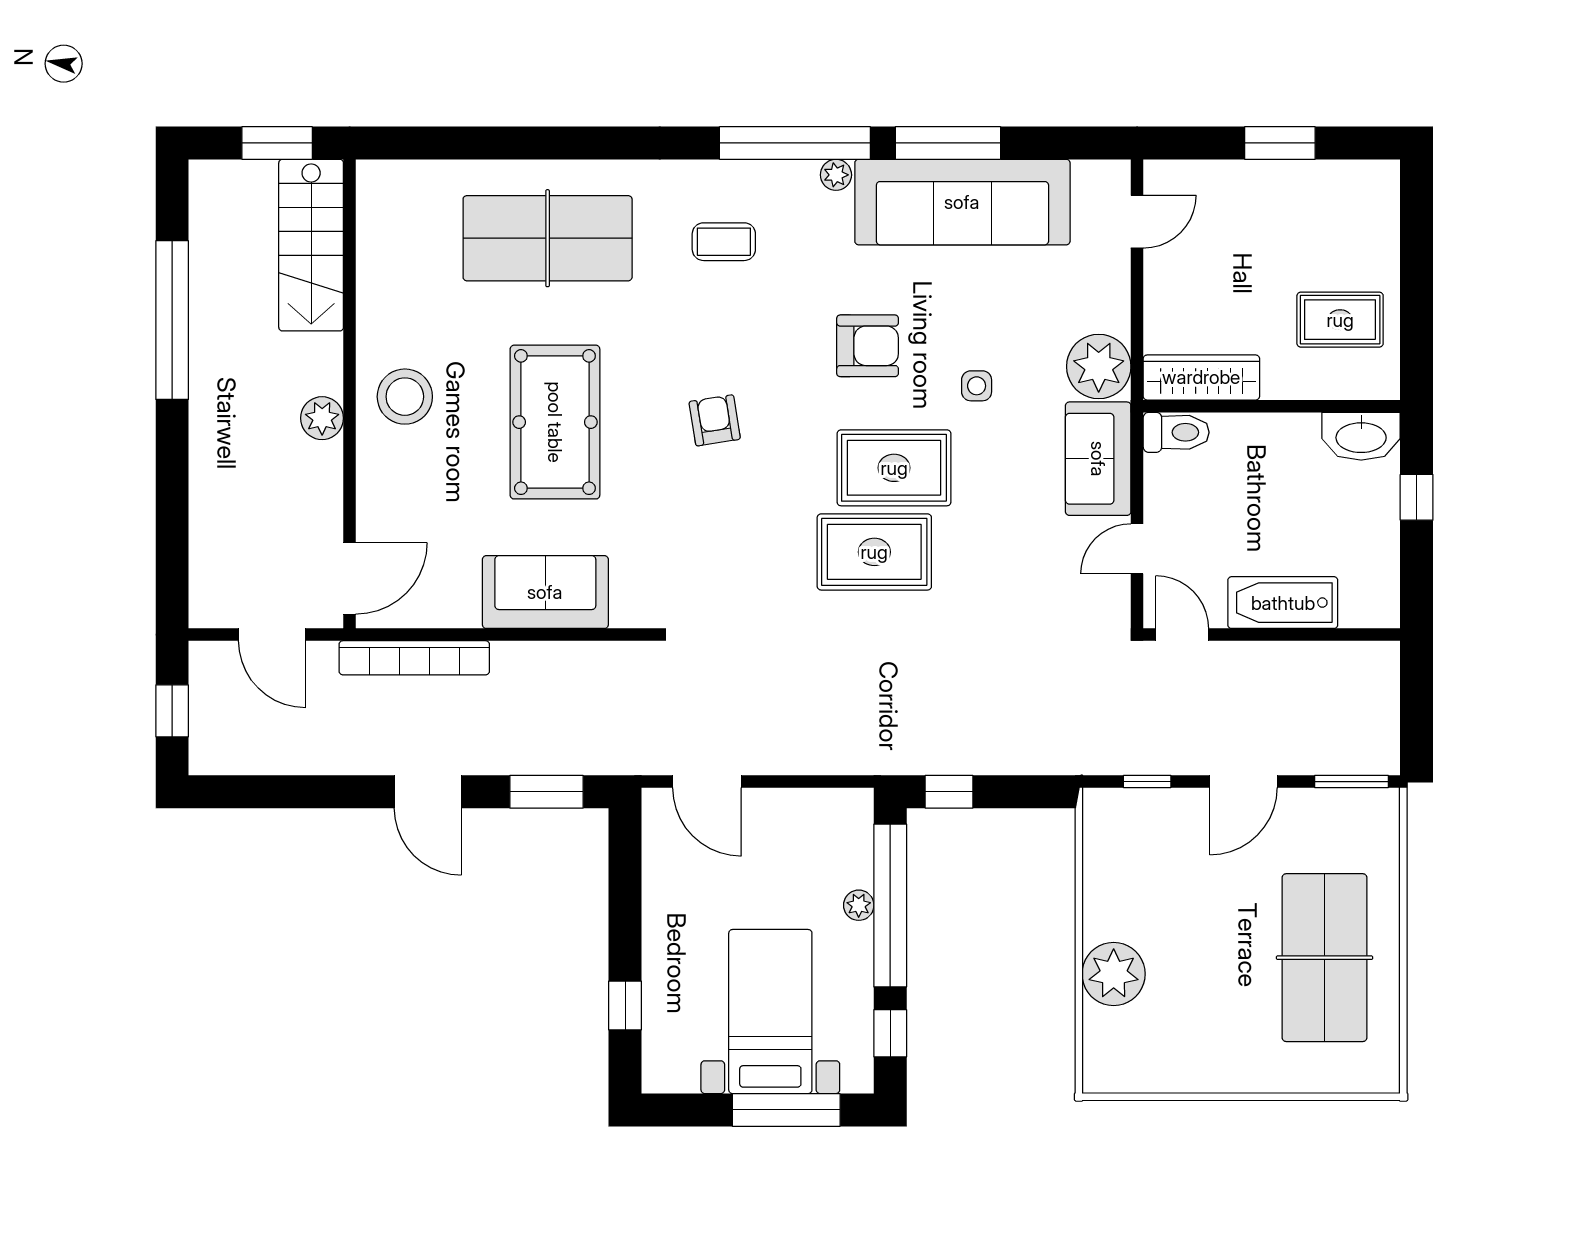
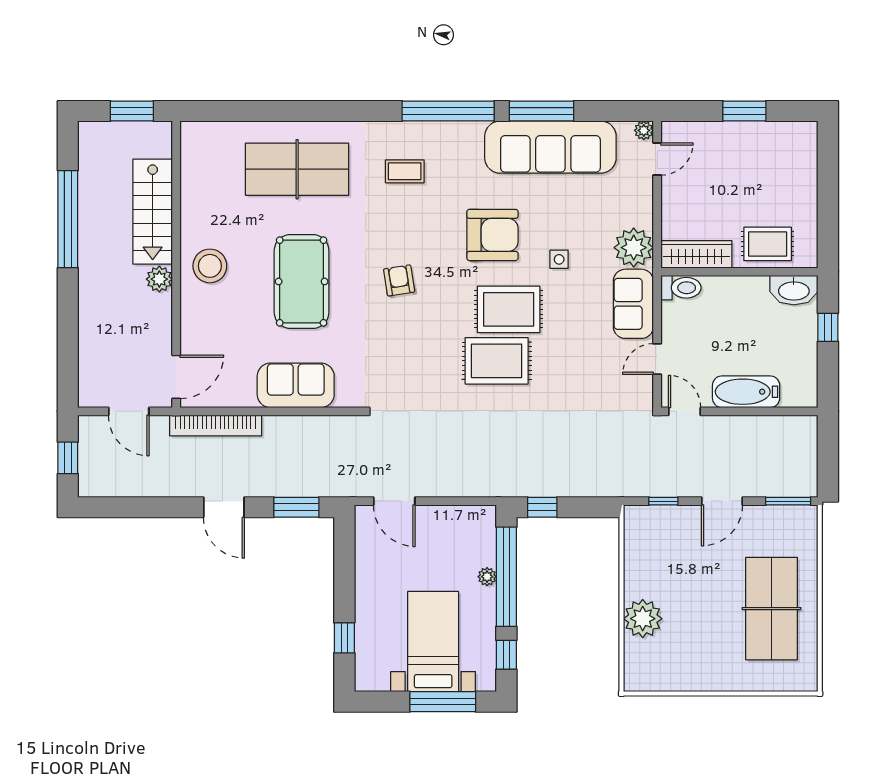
plant: (836, 175) -> (644, 130), moved
stairs: (311, 245) -> (153, 212), moved
rug: (1340, 320) -> (768, 244), moved
armchair: (868, 346) -> (492, 235), width x1.36, depth x1.36

